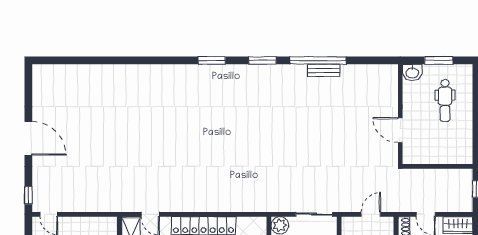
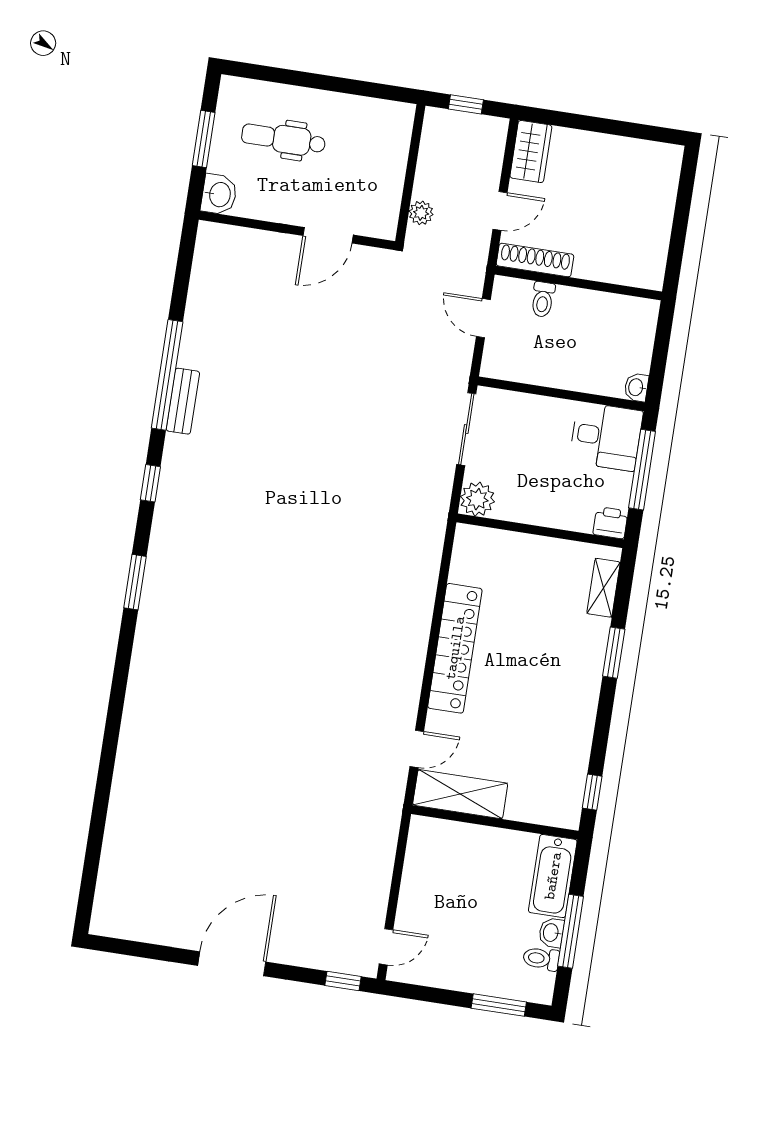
window: (262, 60) -> (150, 483), width x0.67
bench: (324, 70) -> (183, 401), moved
dental chair: (445, 100) -> (284, 139), turned 180
plant: (419, 175) -> (421, 213), added

